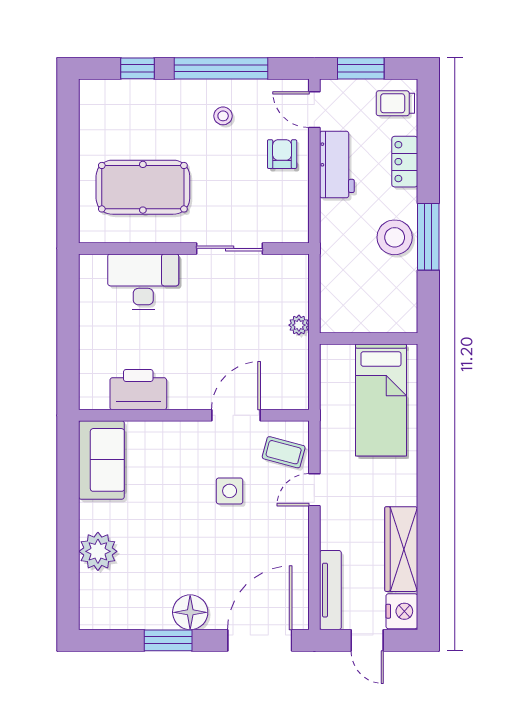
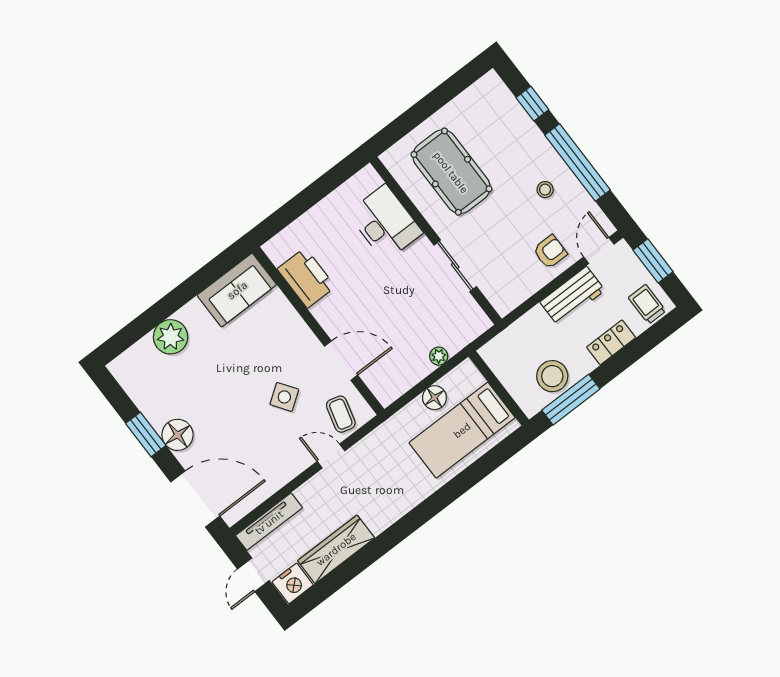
wall: (369, 339) -> (499, 388), moved
floor lamp: (333, 357) -> (434, 398), added
bed: (381, 400) -> (462, 430), moved
side table: (230, 491) -> (284, 397), turned -35

